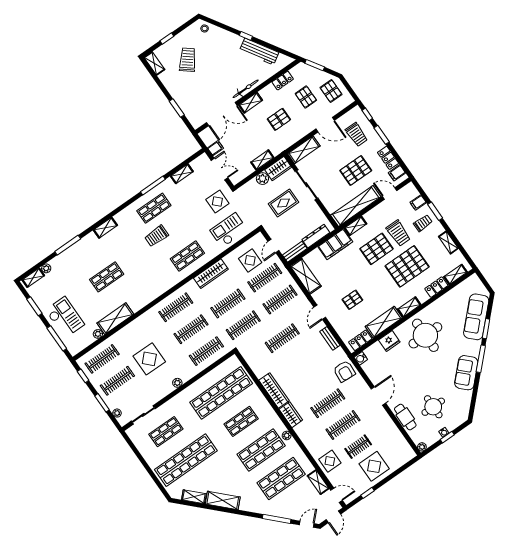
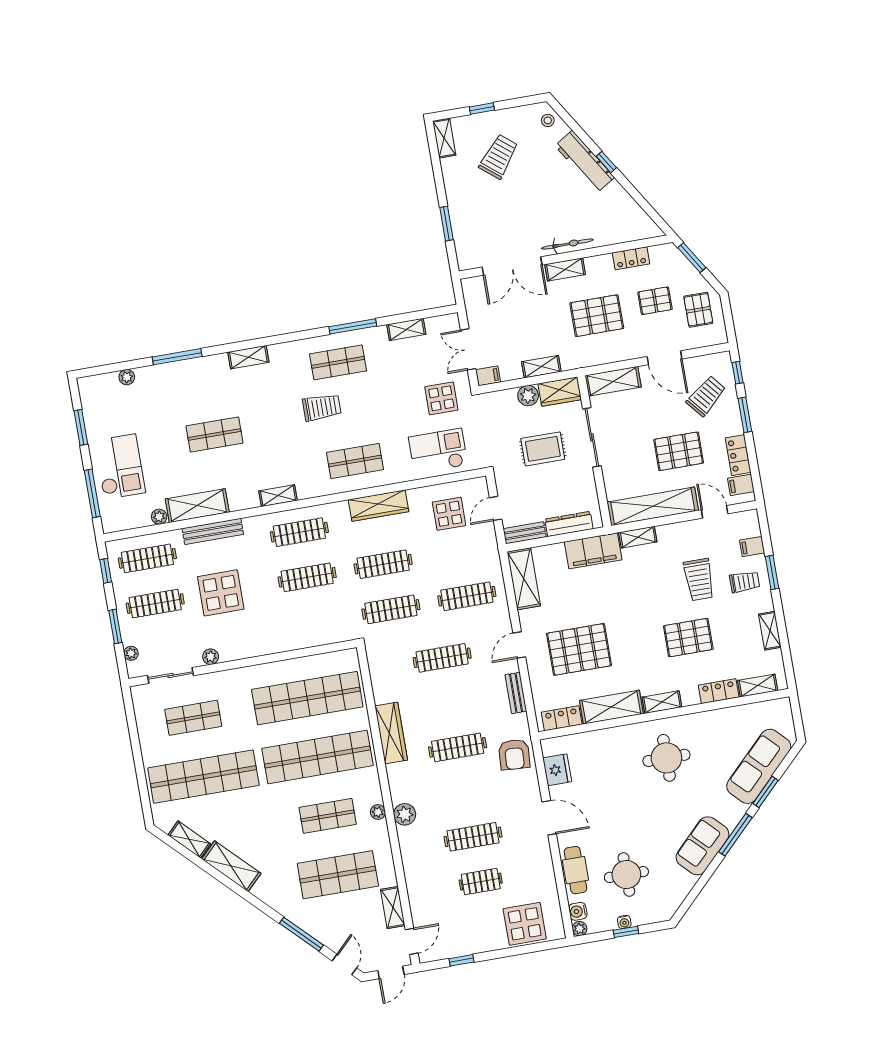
workbench: (259, 52) -> (585, 162), moved
pallet: (306, 97) -> (655, 301), turned 90
pallet: (279, 119) -> (597, 316), width x1.50, depth x1.42
trolley: (356, 134) -> (706, 396), turned -130
filing cabinet: (215, 148) -> (488, 376), moved
double door: (219, 169) -> (468, 349), swing flipped
trolley: (157, 236) -> (322, 407), turned 180
pallet: (377, 249) -> (654, 588), removed
pallet: (407, 266) -> (688, 638), width x0.73, depth x0.71
shelving: (33, 278) -> (278, 496), moved
clothes rail: (265, 278) -> (459, 551), removed
pallet: (352, 300) -> (579, 649), width x2.05, depth x2.00
bench: (130, 328) -> (213, 531), added
round table: (425, 335) -> (666, 758), width x0.73, depth x0.73
fridge: (389, 341) -> (557, 770), moved, turned -90
clothes rail: (206, 351) -> (315, 622), removed
water cooler: (361, 358) -> (578, 911), moved
plant: (177, 383) -> (211, 657), moved
door: (378, 396) -> (549, 818), hinge flipped
clothes rail: (328, 403) -> (458, 747), moved
wardrobe: (291, 415) -> (400, 783), removed
shop shelf: (241, 421) -> (317, 757), width x2.00, depth x1.36
plant: (301, 430) -> (405, 814), added
shop shelf: (261, 450) -> (328, 816), width x0.70, depth x0.74
display table: (330, 461) -> (426, 883), removed
display table: (374, 466) -> (525, 924), moved
door: (337, 495) -> (412, 941), hinge flipped
door: (307, 524) -> (344, 964), hinge flipped

